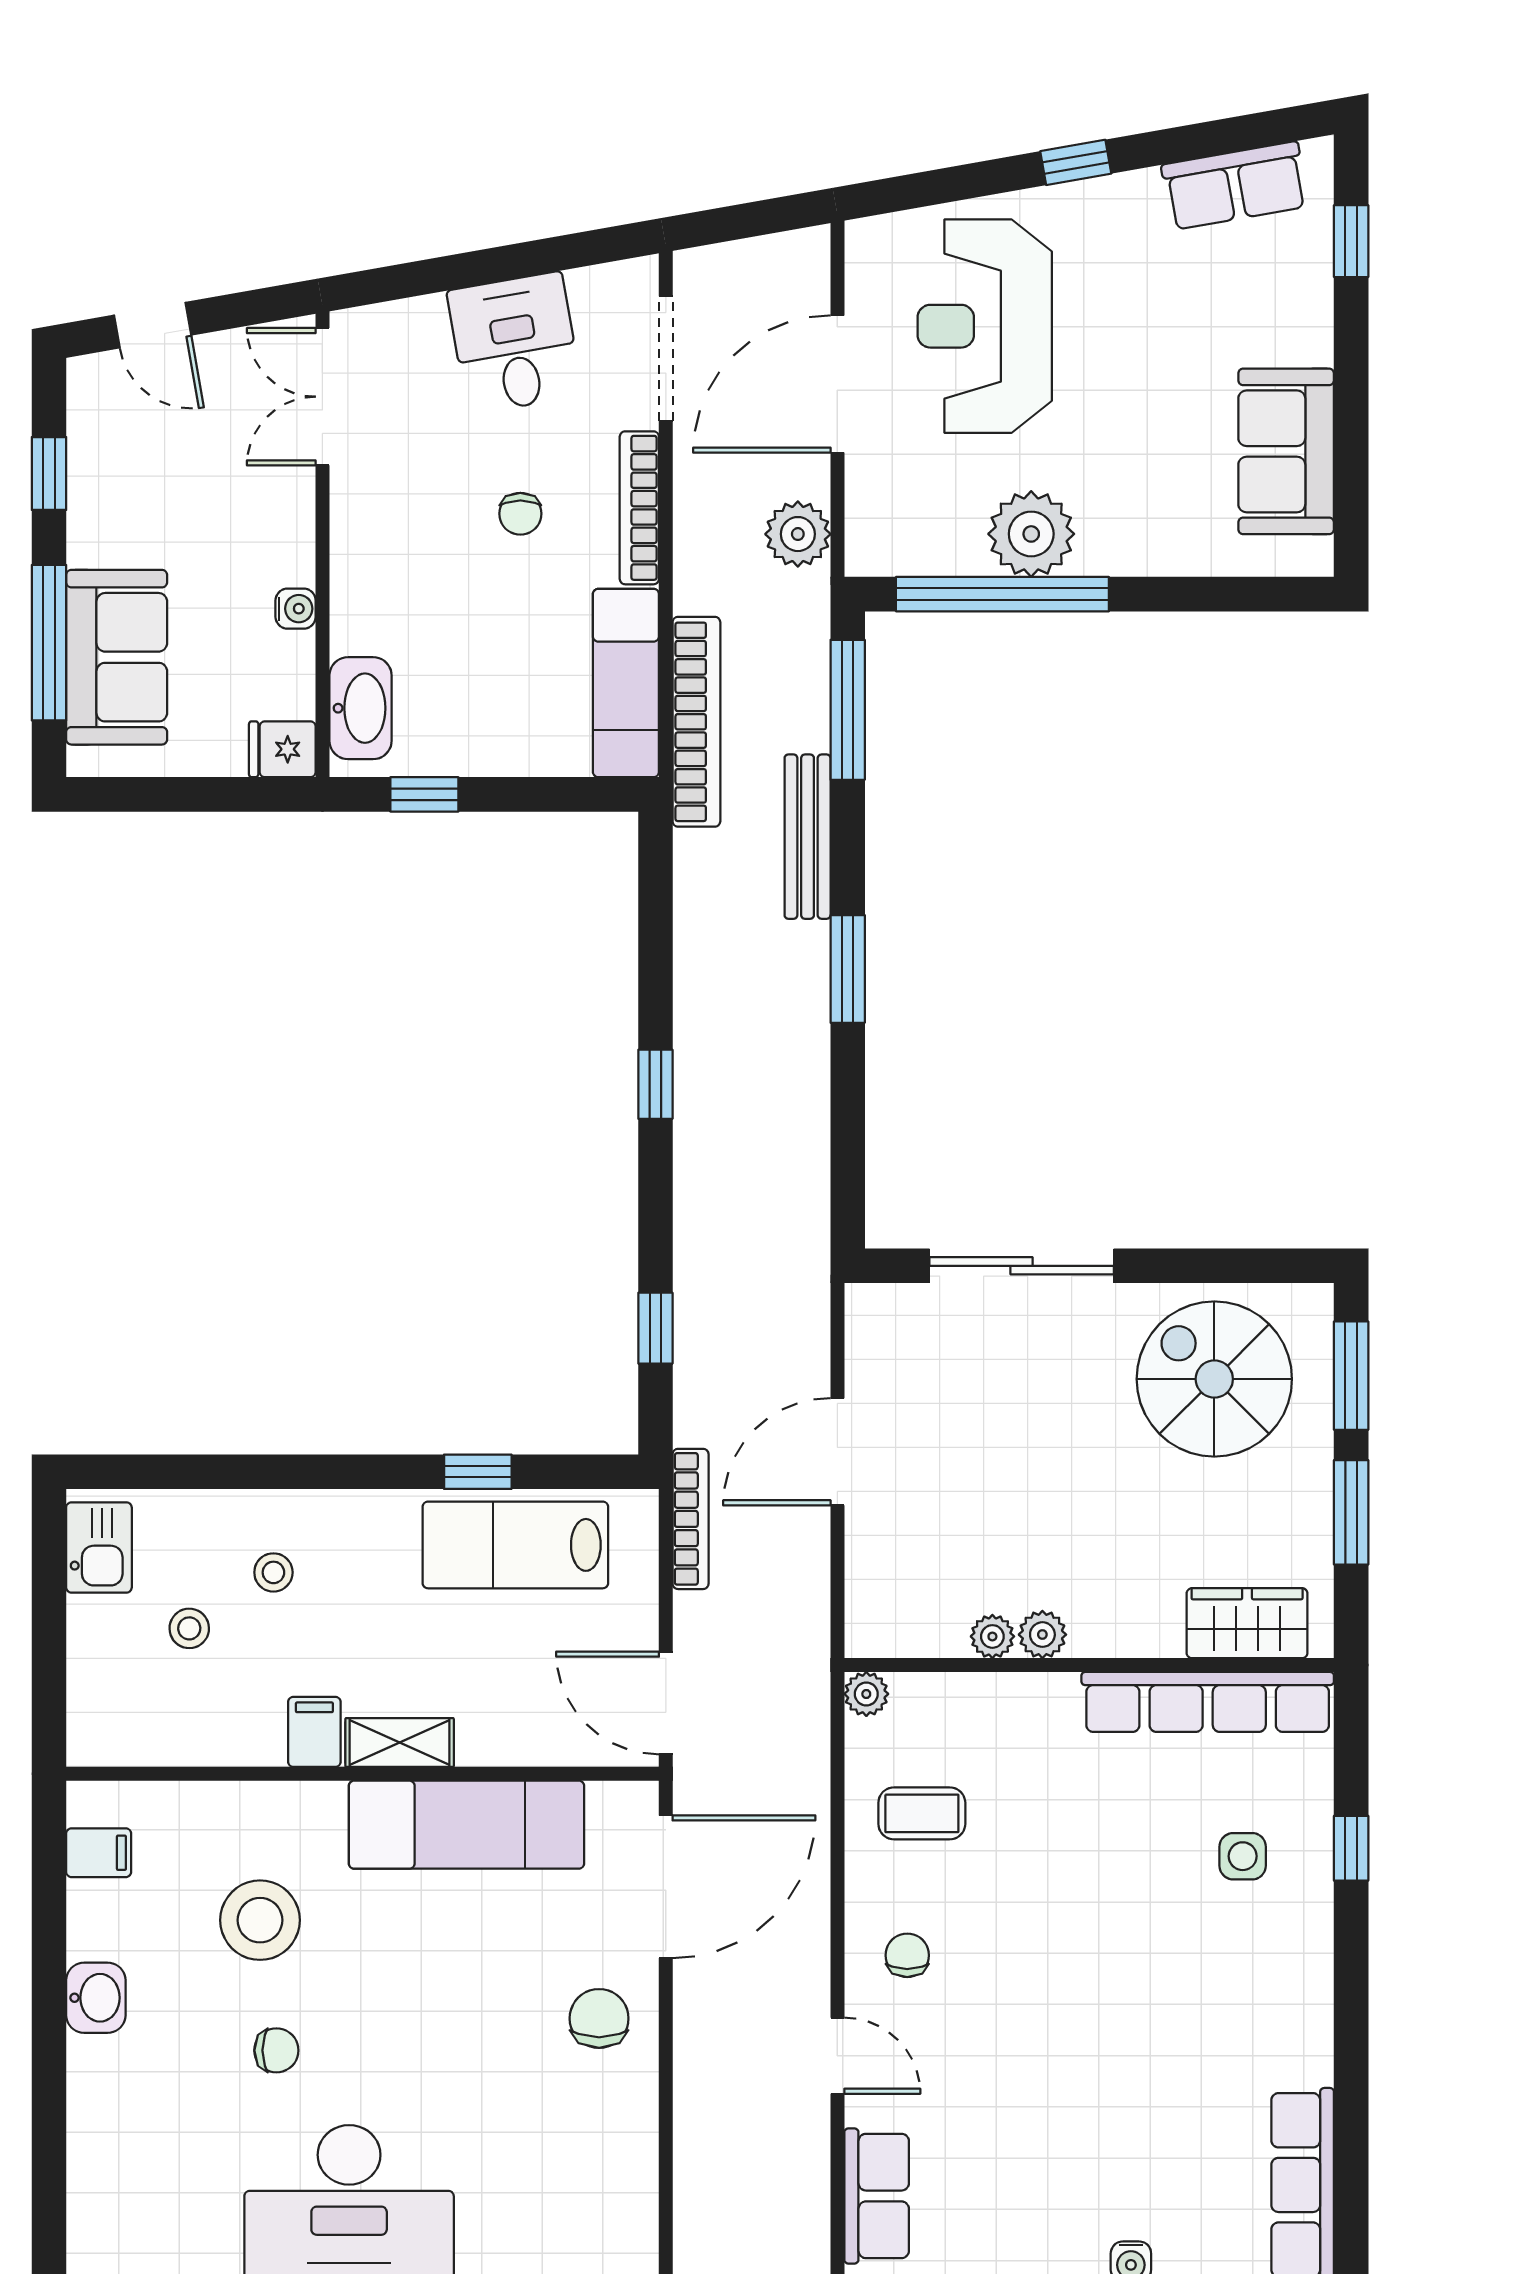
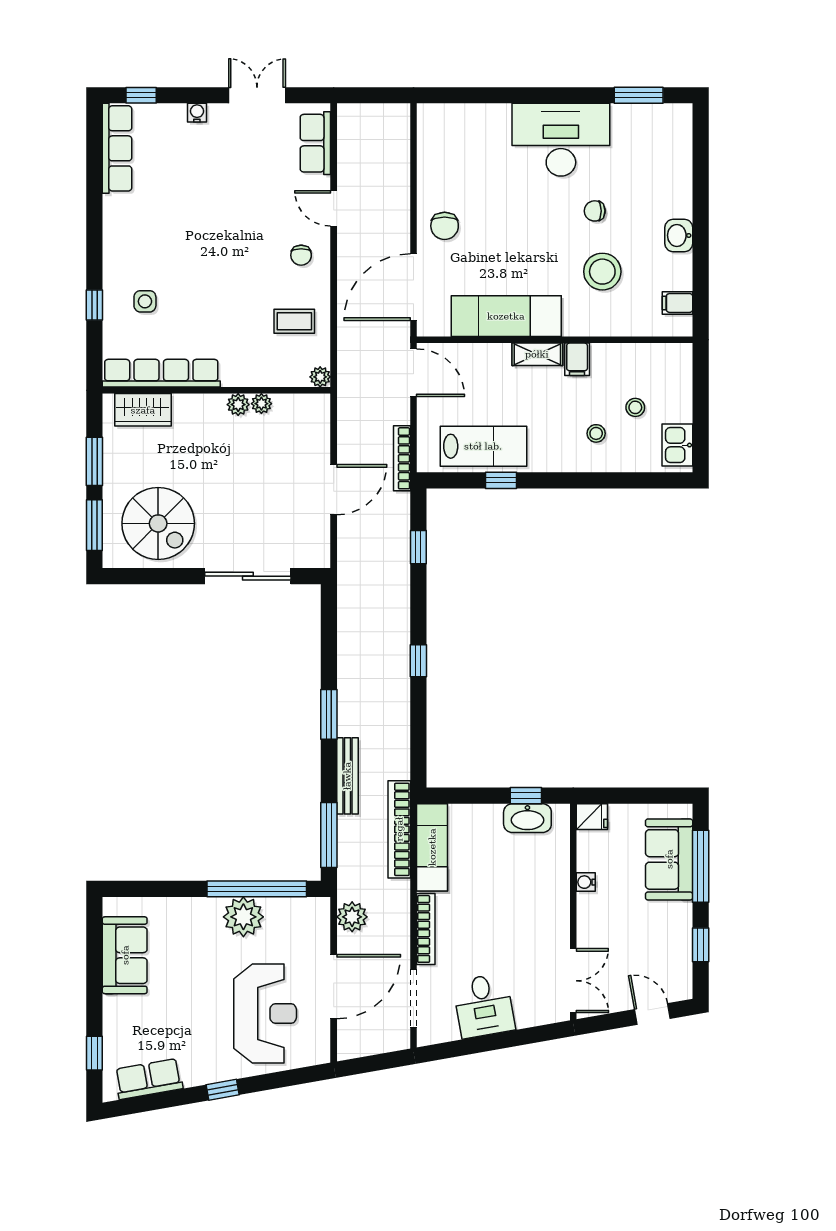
chair: (520, 514) -> (481, 926), removed
washbasin: (361, 708) -> (527, 818), moved, turned -90

